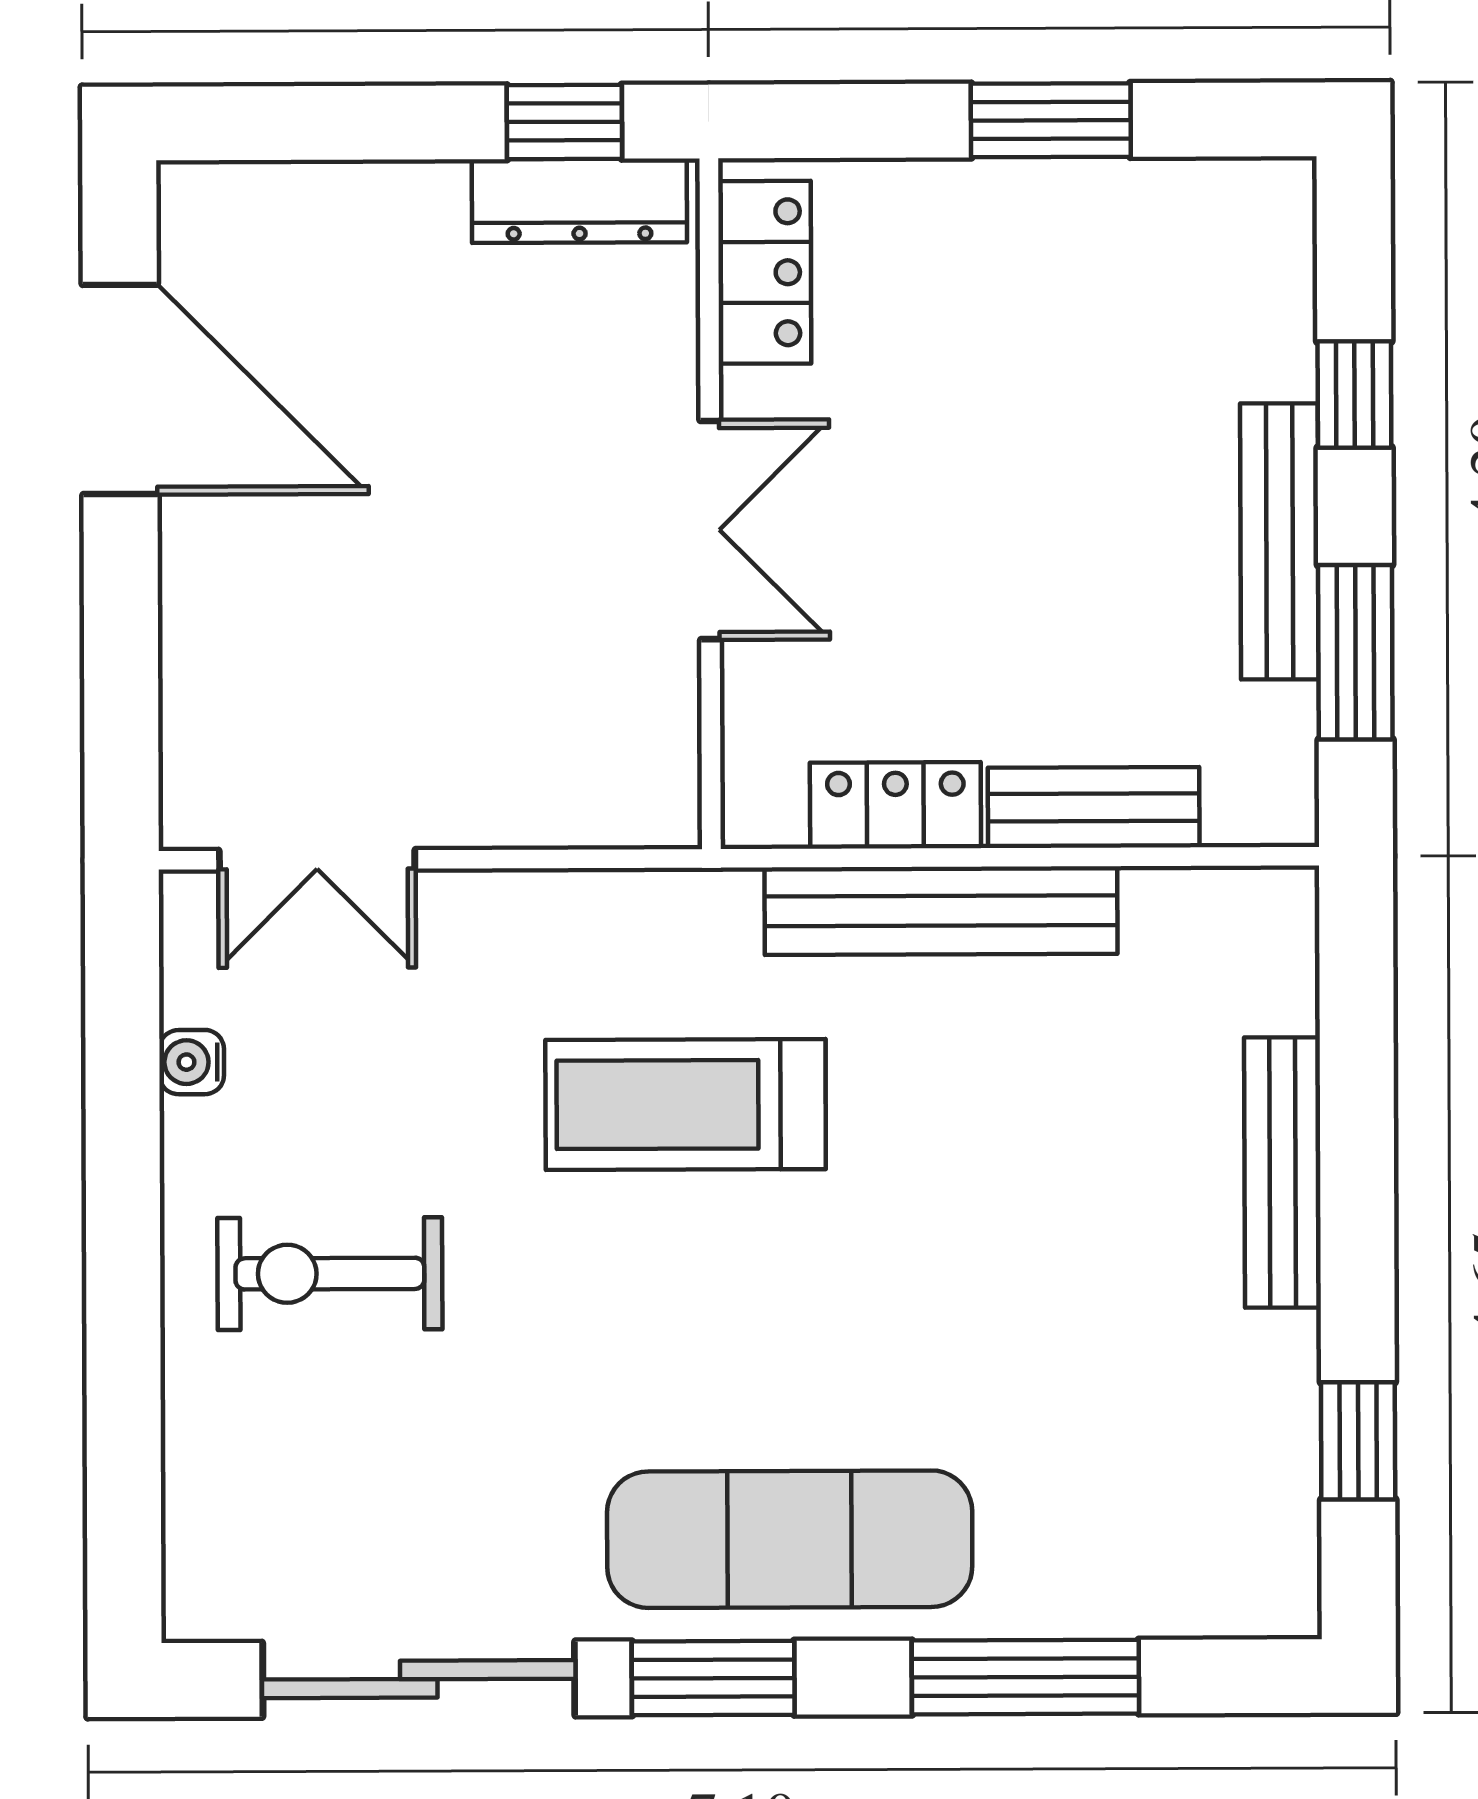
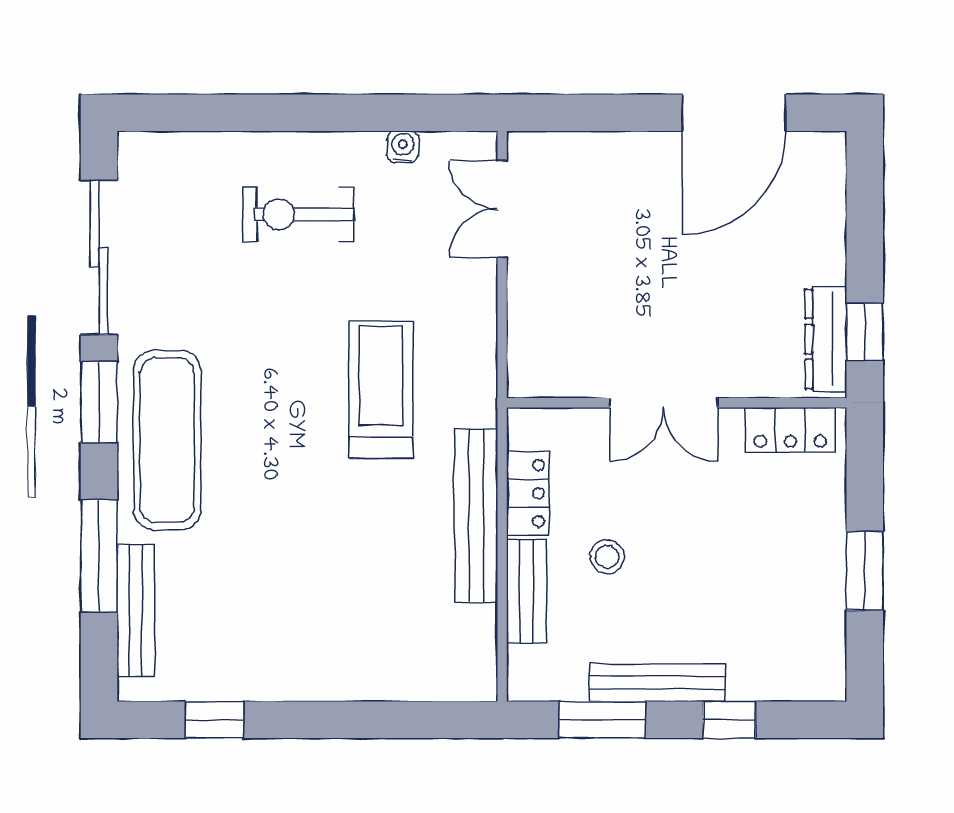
stool: (1024, 644) -> (607, 557), added
bench: (1282, 1172) -> (136, 610), moved, turned 90
exercise bike: (330, 1274) -> (299, 214), turned -90

